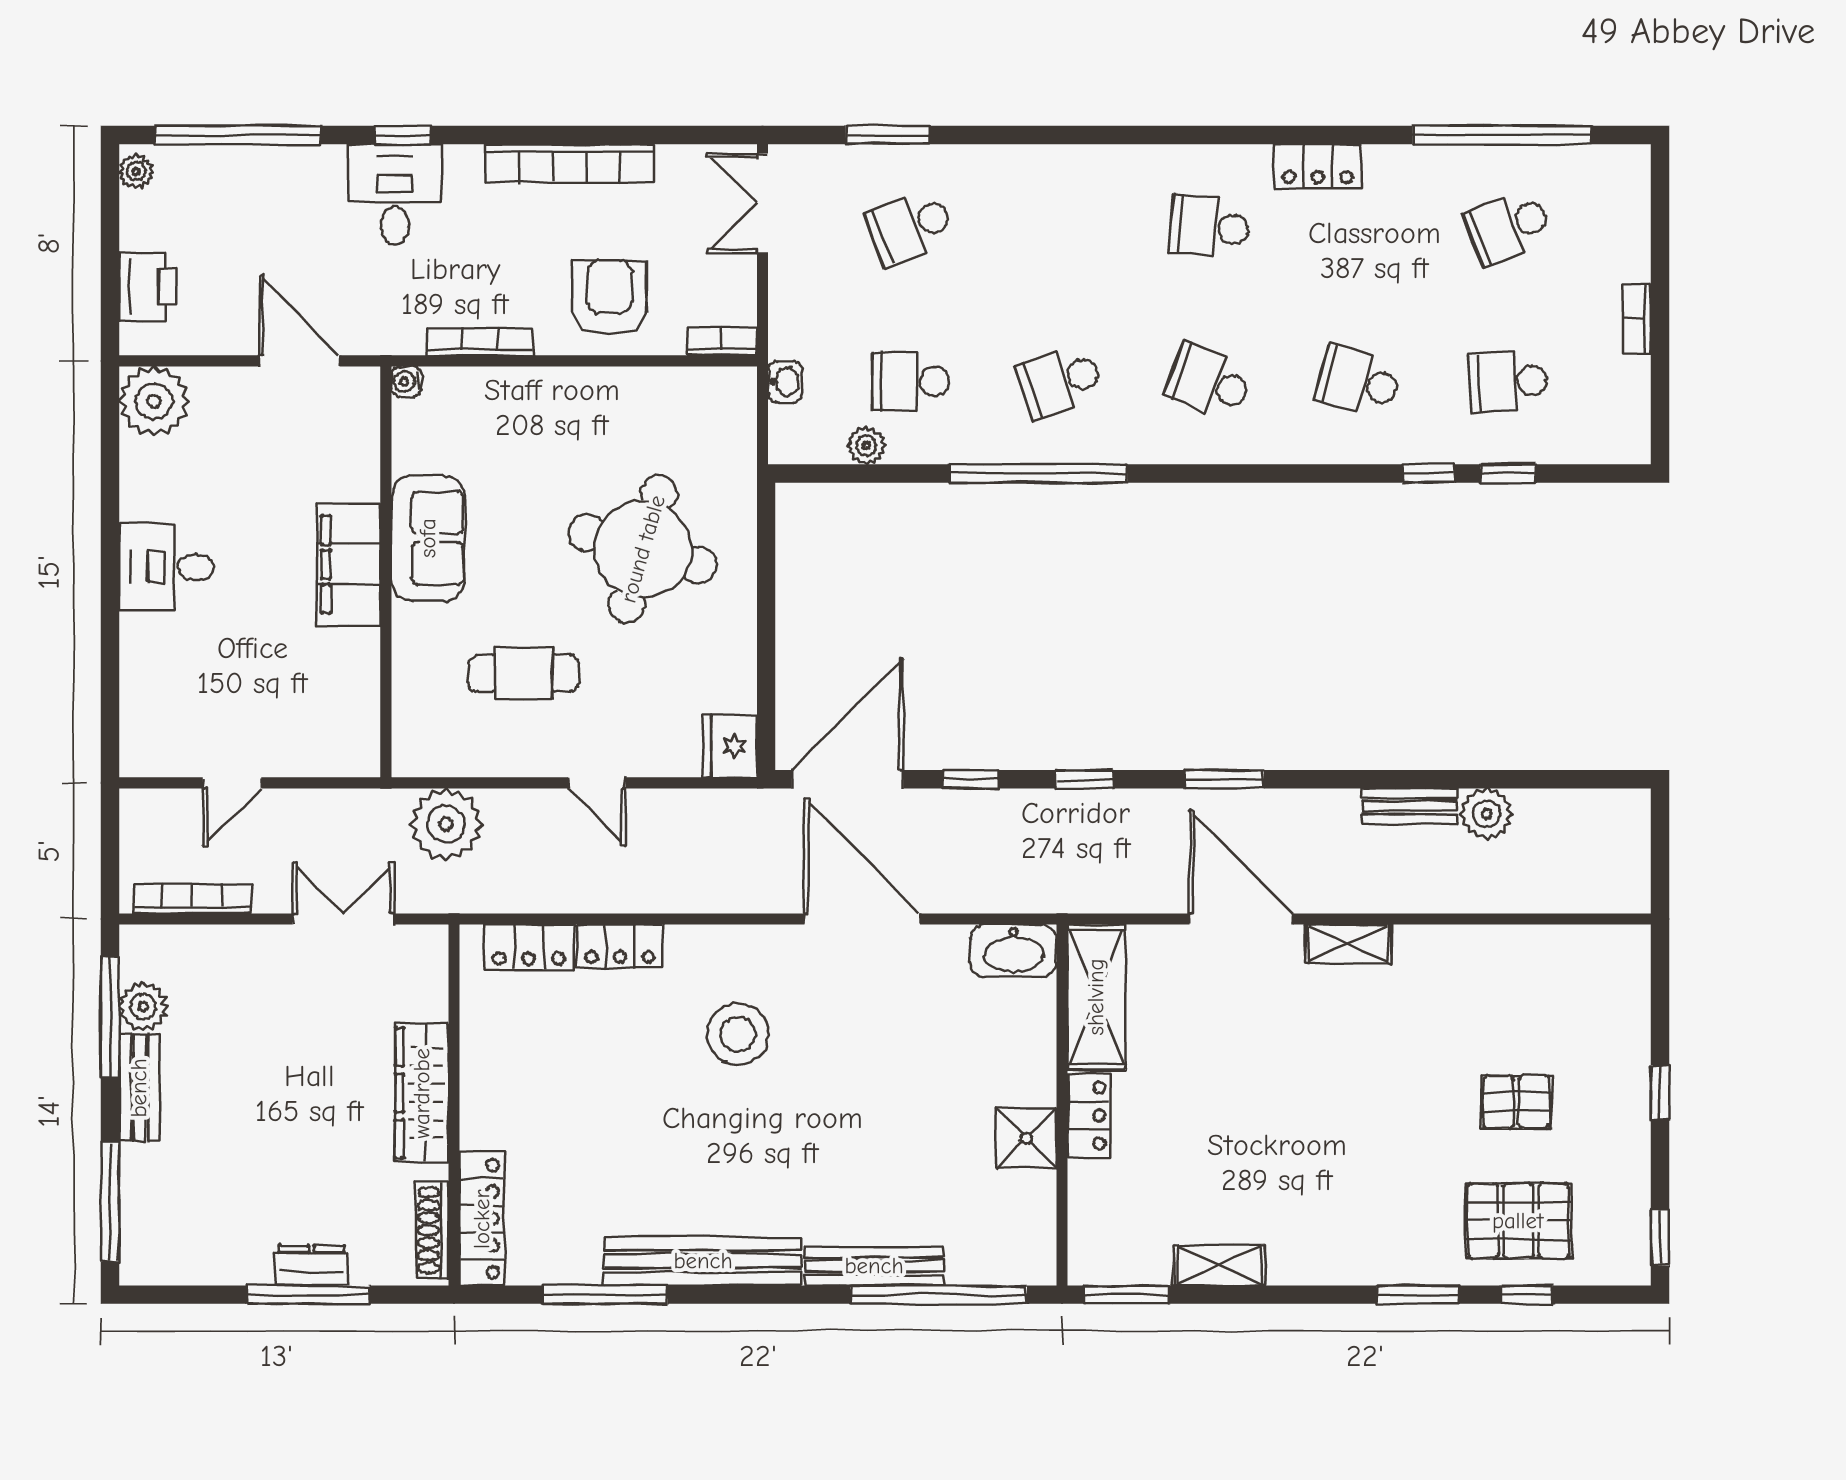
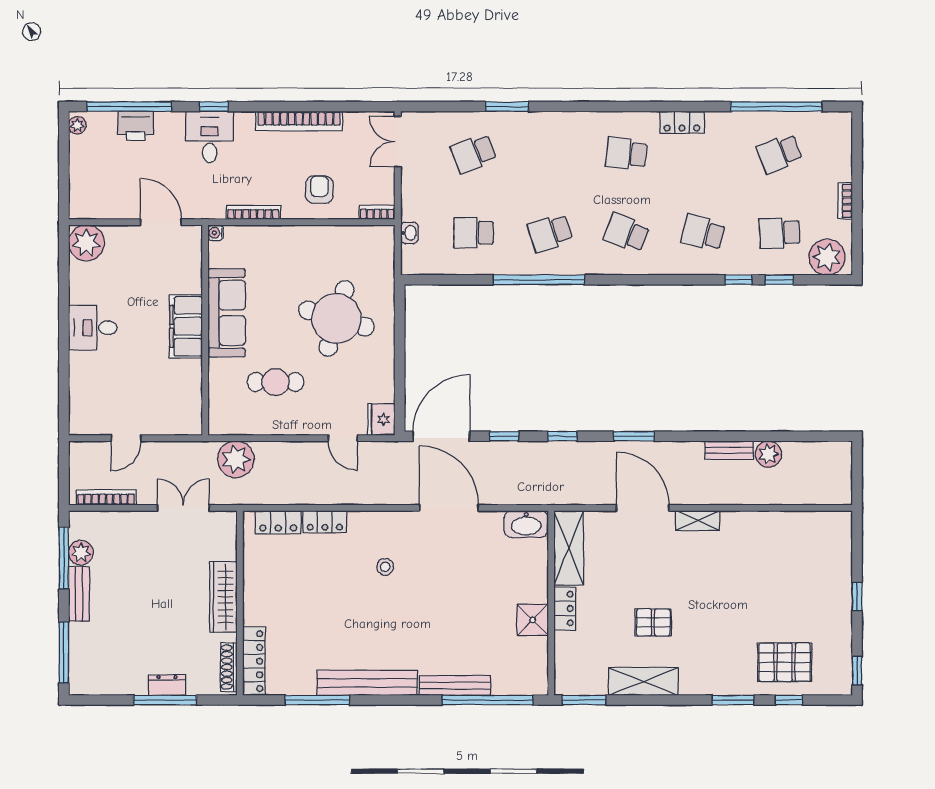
window: (888, 135) -> (507, 107), moved
printer: (148, 286) -> (136, 126), moved, turned 90
armchair: (609, 297) -> (319, 190), width x0.72, depth x0.72
plant: (866, 446) -> (827, 257), moved, width x1.87, depth x1.87
sofa: (428, 538) -> (227, 313), width x1.36
door: (597, 783) -> (343, 438), moved
stool: (738, 1034) -> (385, 567), width x0.53, depth x0.53
pallet: (1516, 1102) -> (653, 622), moved
shelving: (1219, 1265) -> (643, 682), width x1.50, depth x1.33

